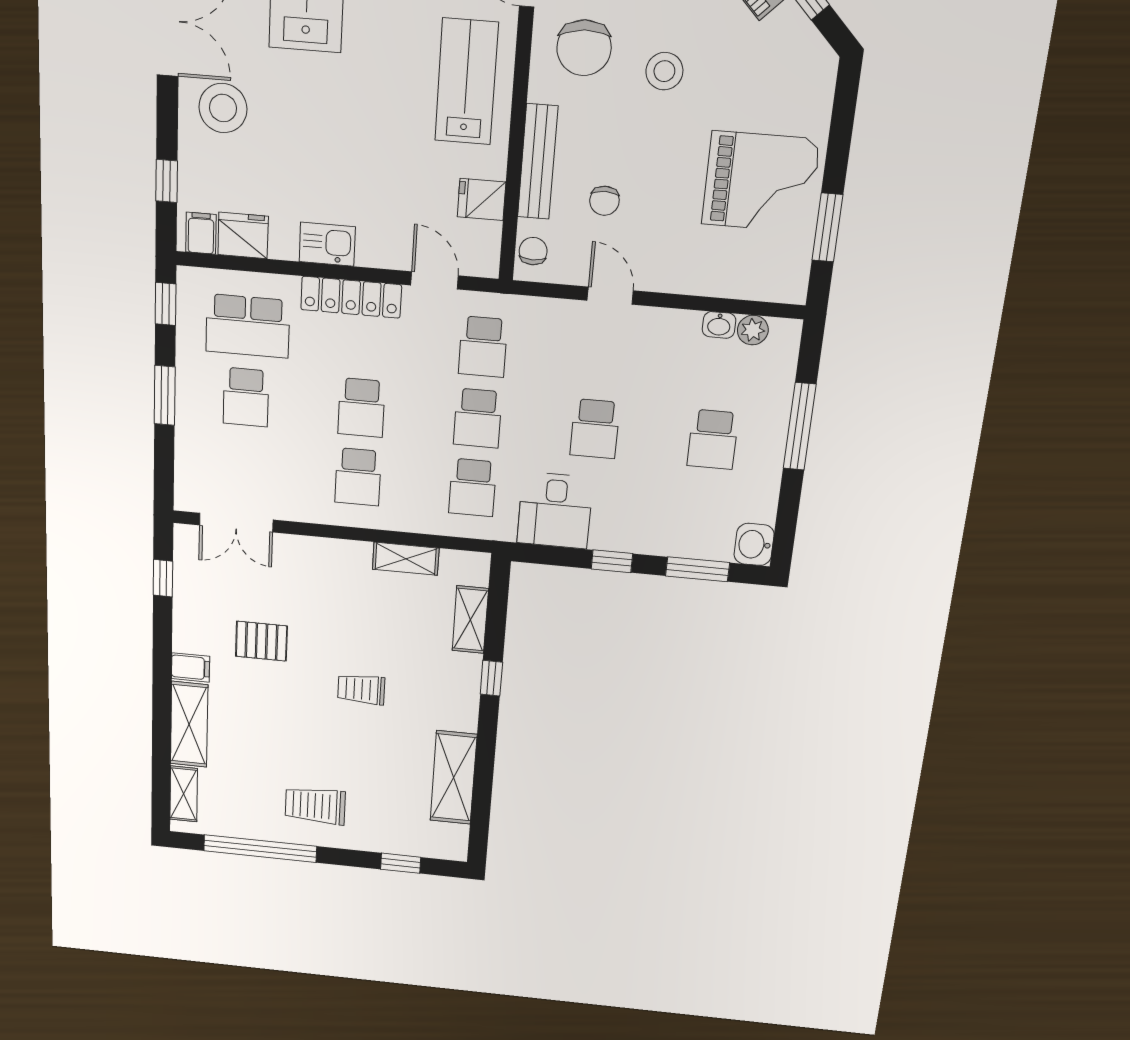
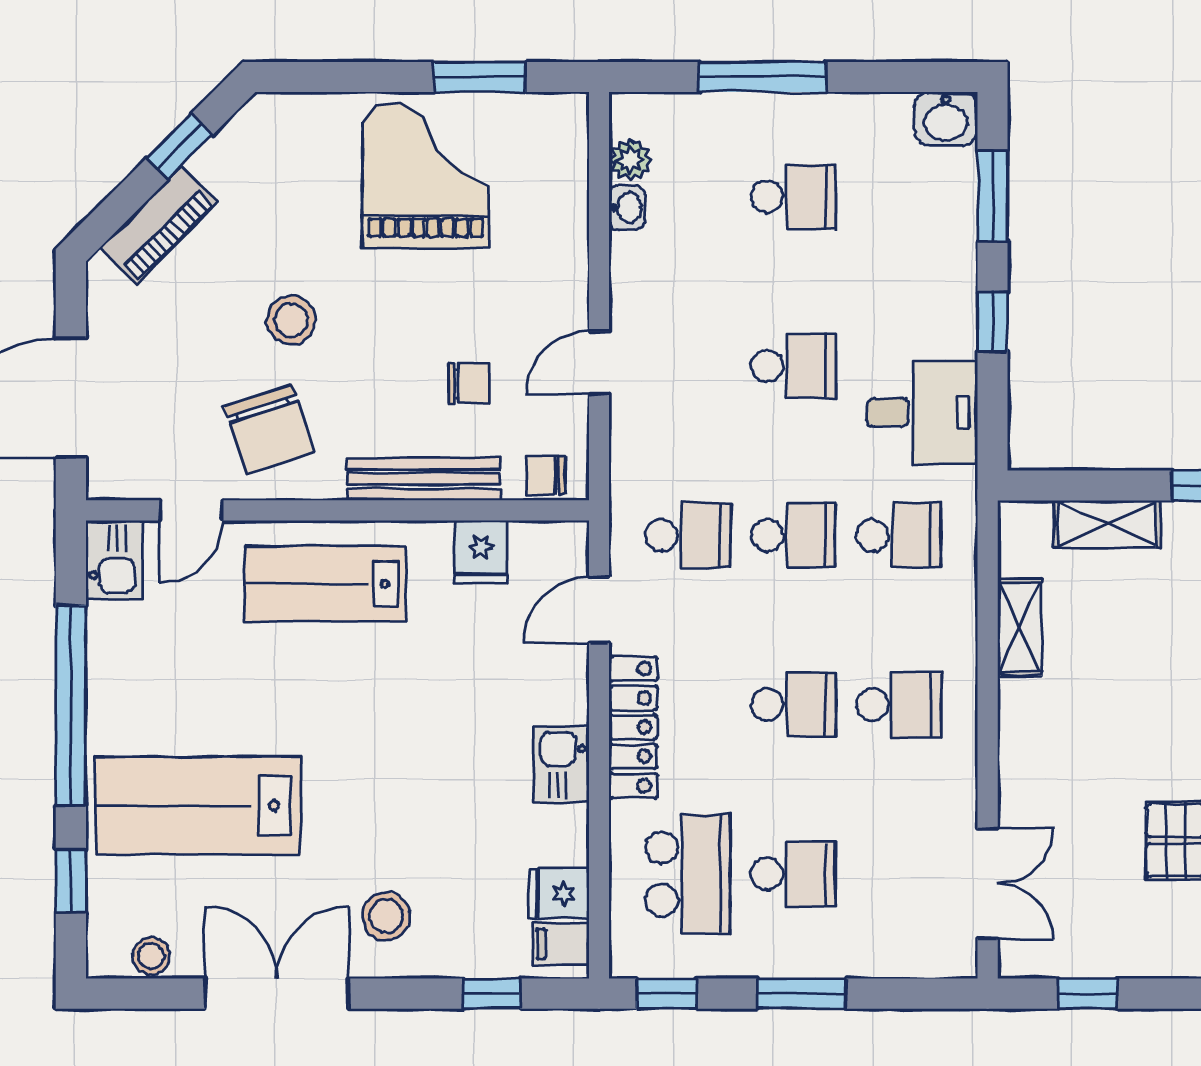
chair: (584, 48) -> (269, 430), turned 75
stool: (223, 108) -> (386, 916), width x0.73, depth x0.73
fridge: (243, 236) -> (559, 894), width x0.72

